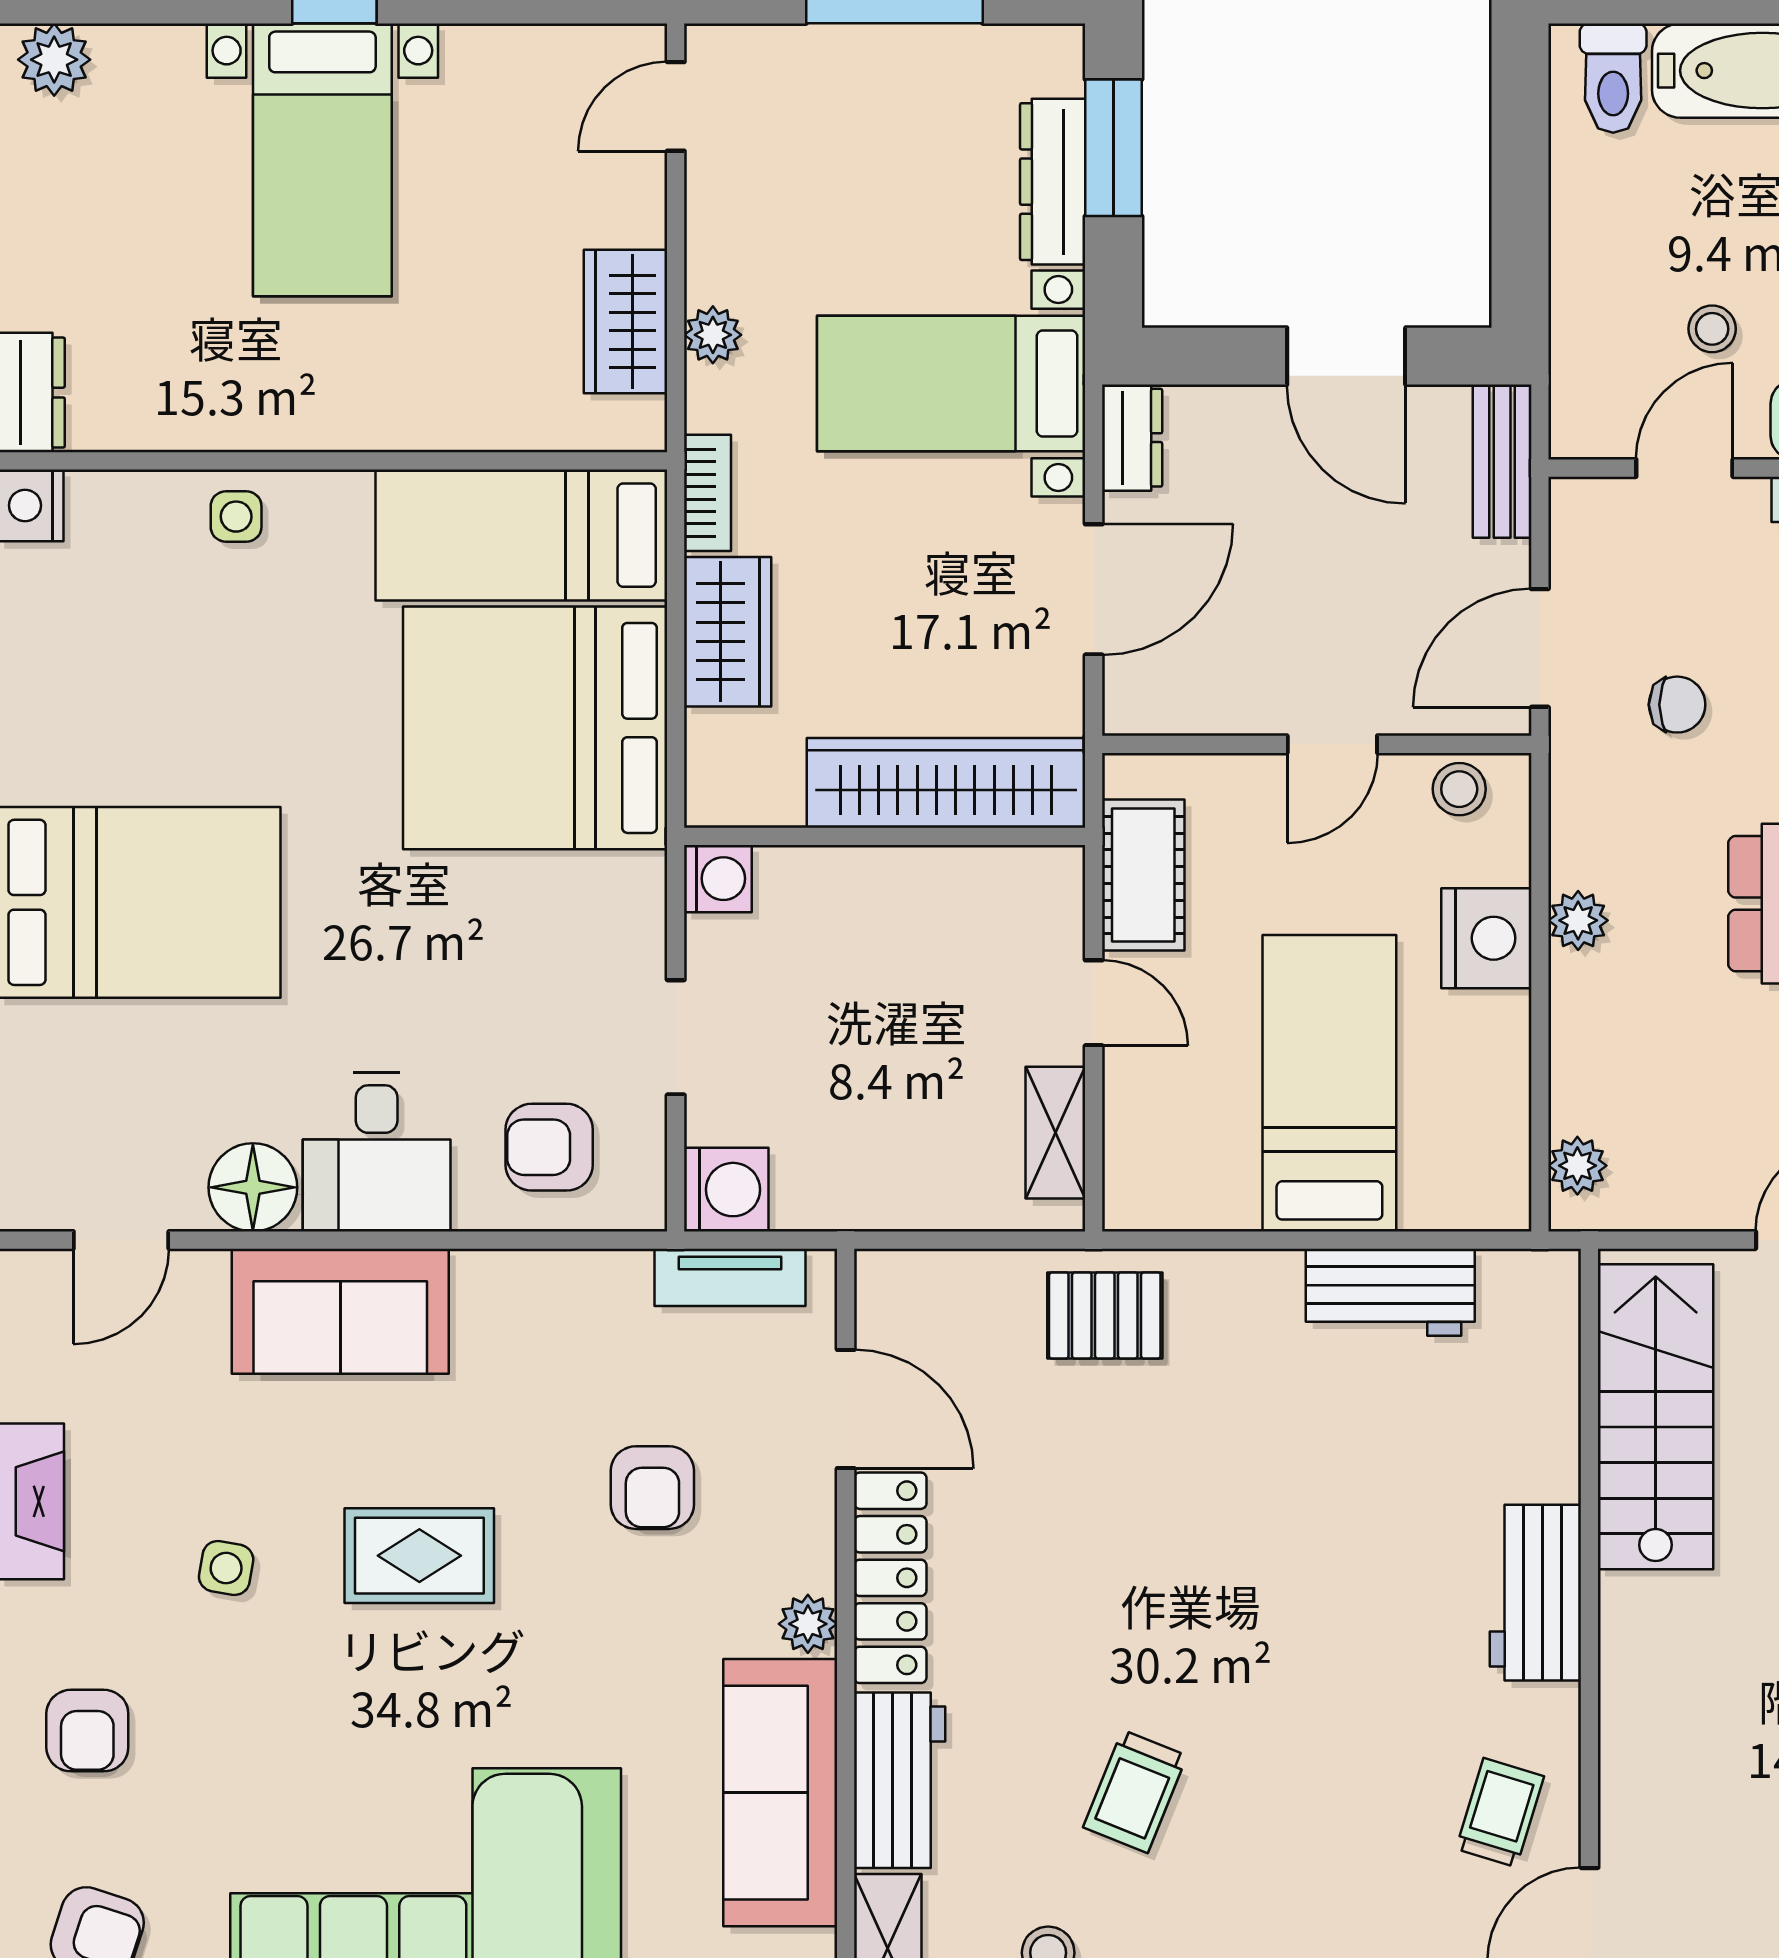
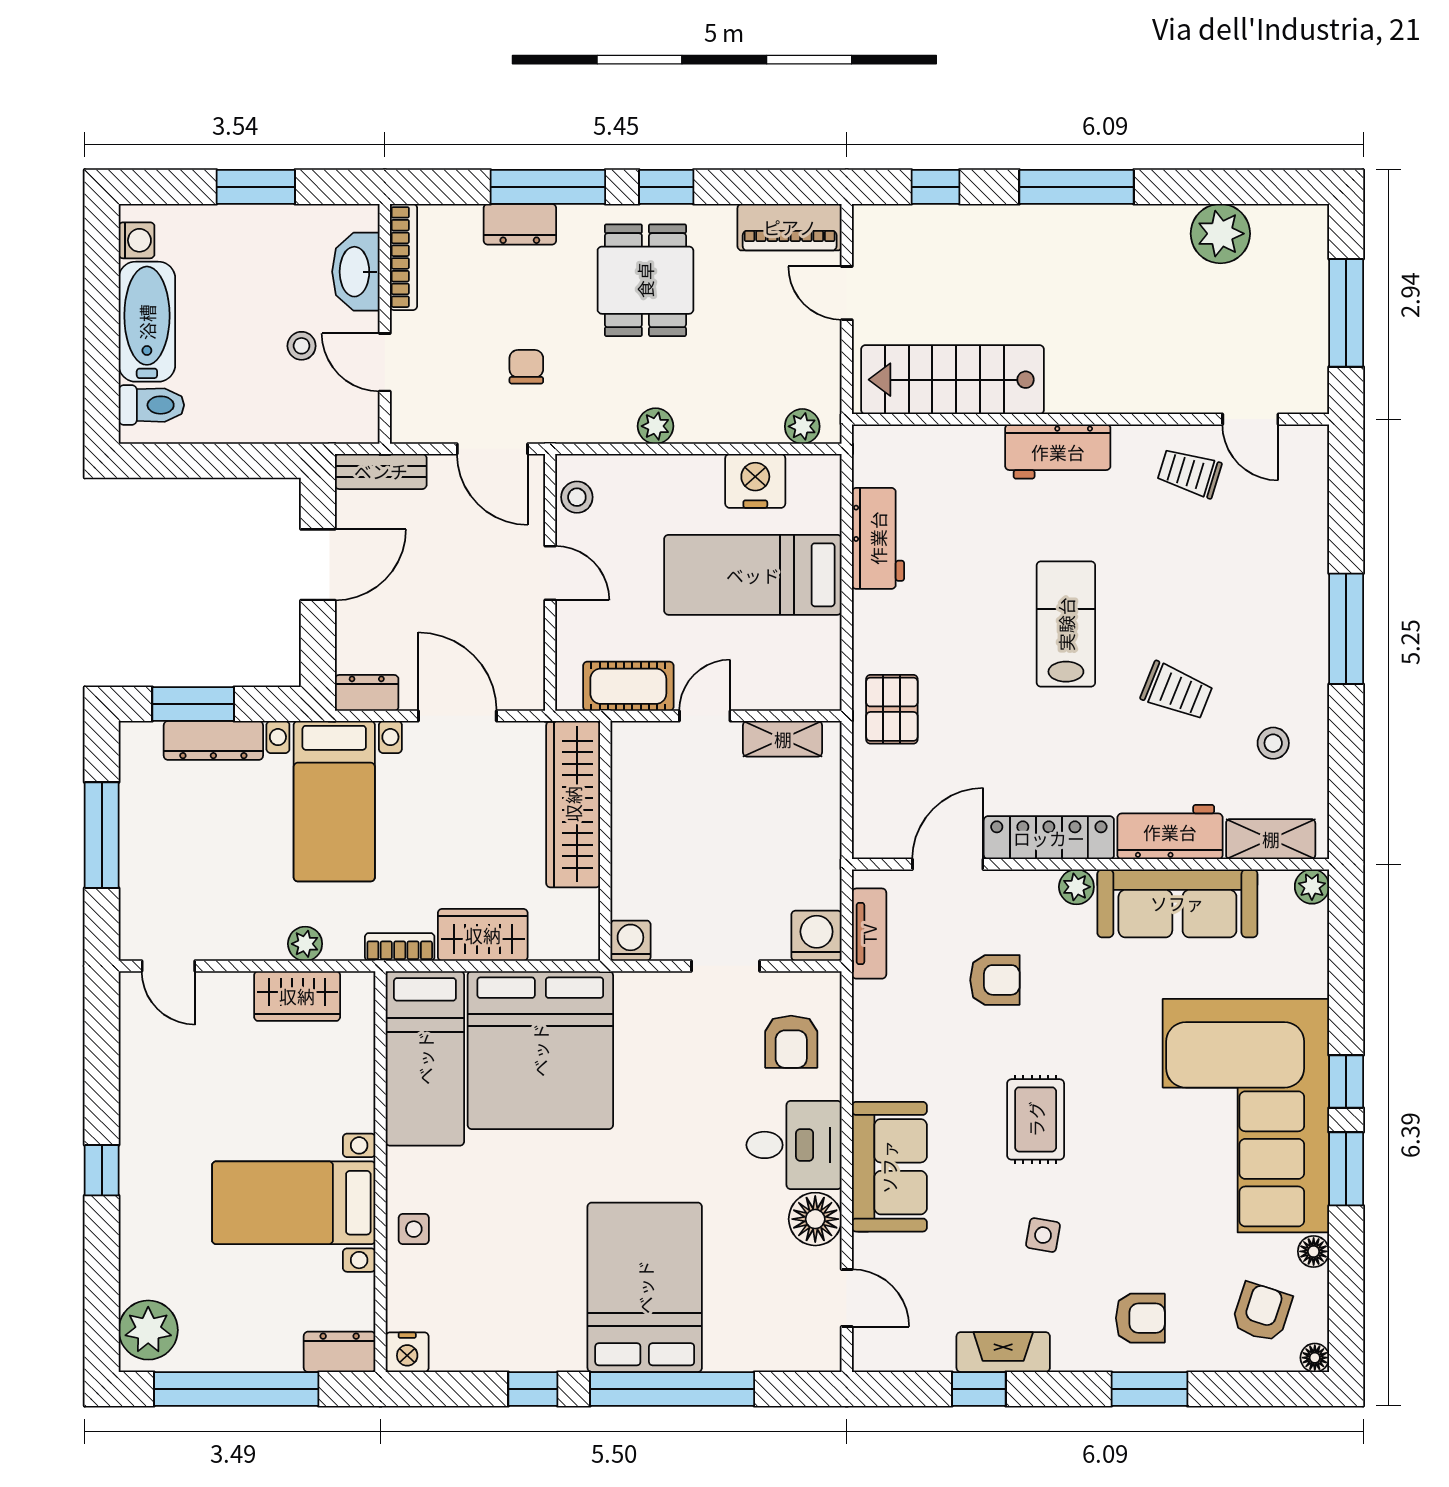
plant: (54, 60) -> (148, 1330), width x1.36, depth x1.36
bed with nightstands: (322, 160) -> (294, 1203), moved, turned 180
nightstand: (1486, 938) -> (755, 481), moved
lab bench: (1247, 1606) -> (1066, 624), added

